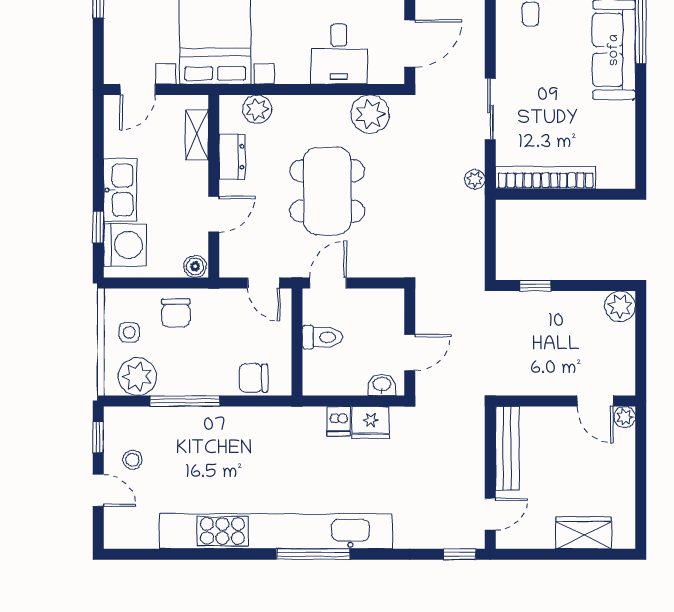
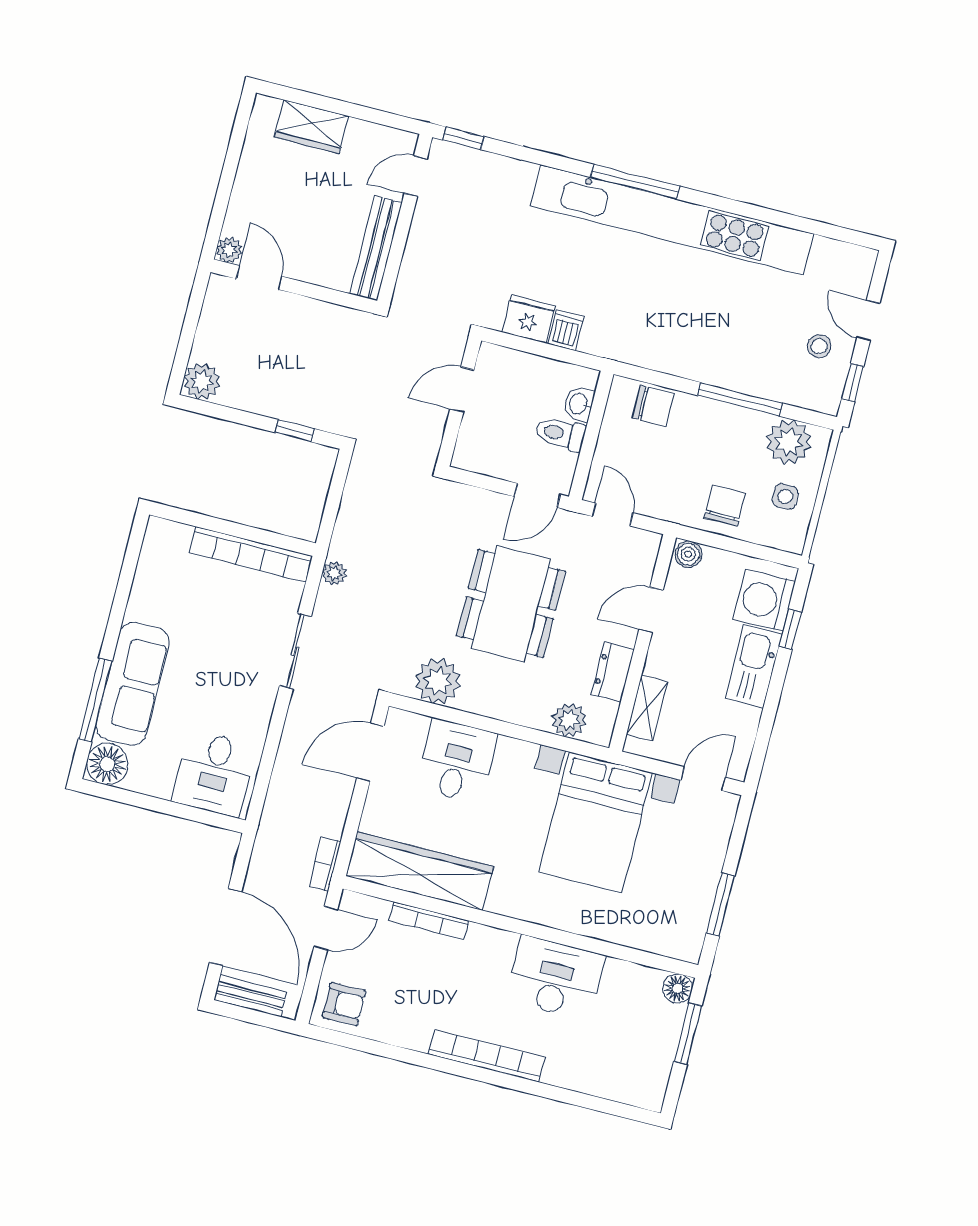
washbasin: (382, 385) -> (579, 404), moved, turned 90

